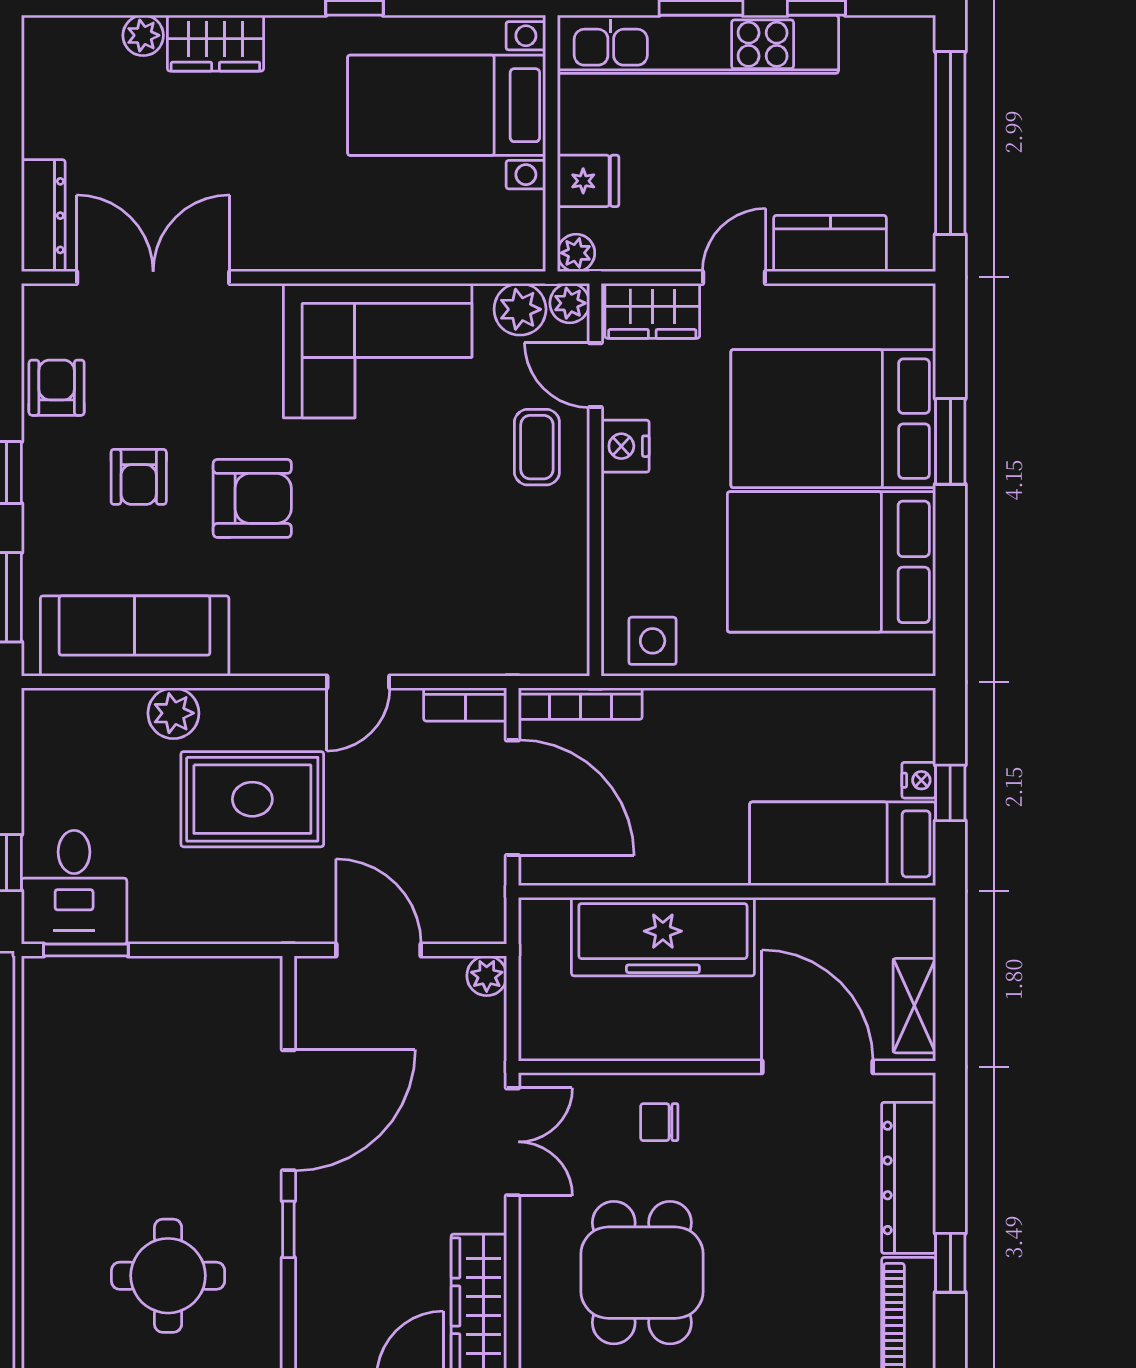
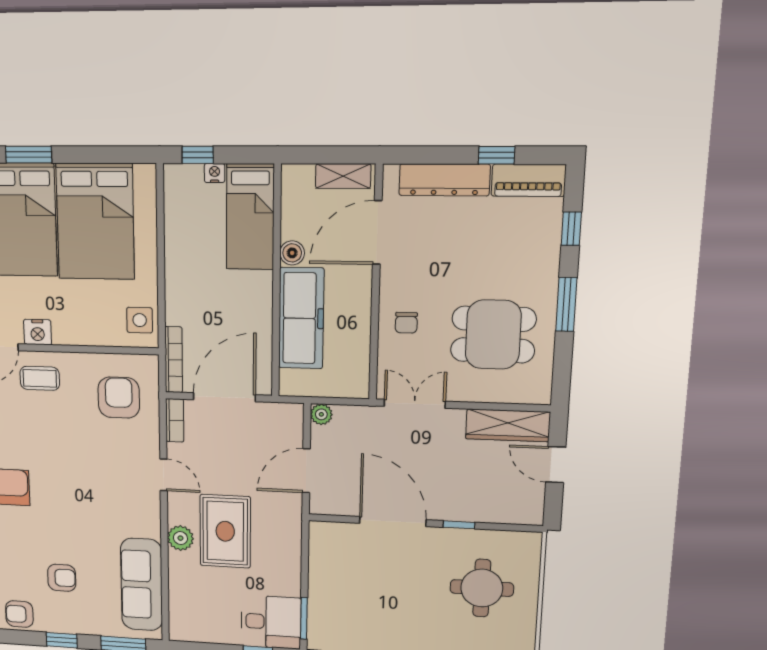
armchair: (252, 498) -> (119, 398), moved
plant: (173, 713) -> (180, 538), moved
window: (950, 793) -> (198, 155), moved
boiler: (780, 919) -> (292, 253), added

